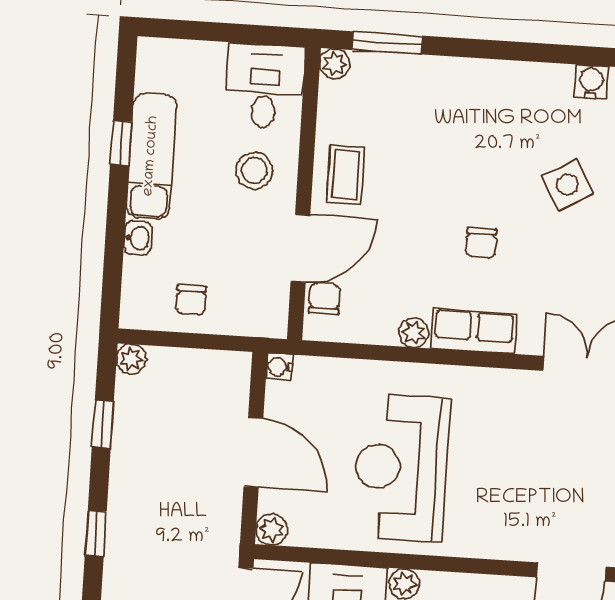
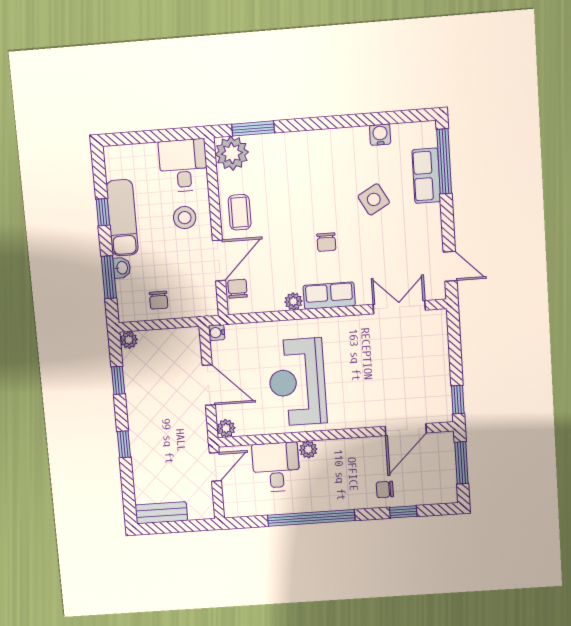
plant: (335, 64) -> (232, 153), width x1.87, depth x1.87
window: (114, 251) -> (109, 277), added

